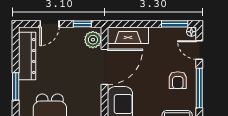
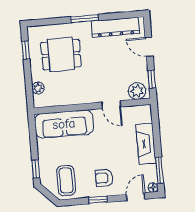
fireplace: (128, 35) -> (146, 144), moved
door: (104, 67) -> (111, 105), width x0.53
window: (199, 88) -> (98, 200), width x0.46

